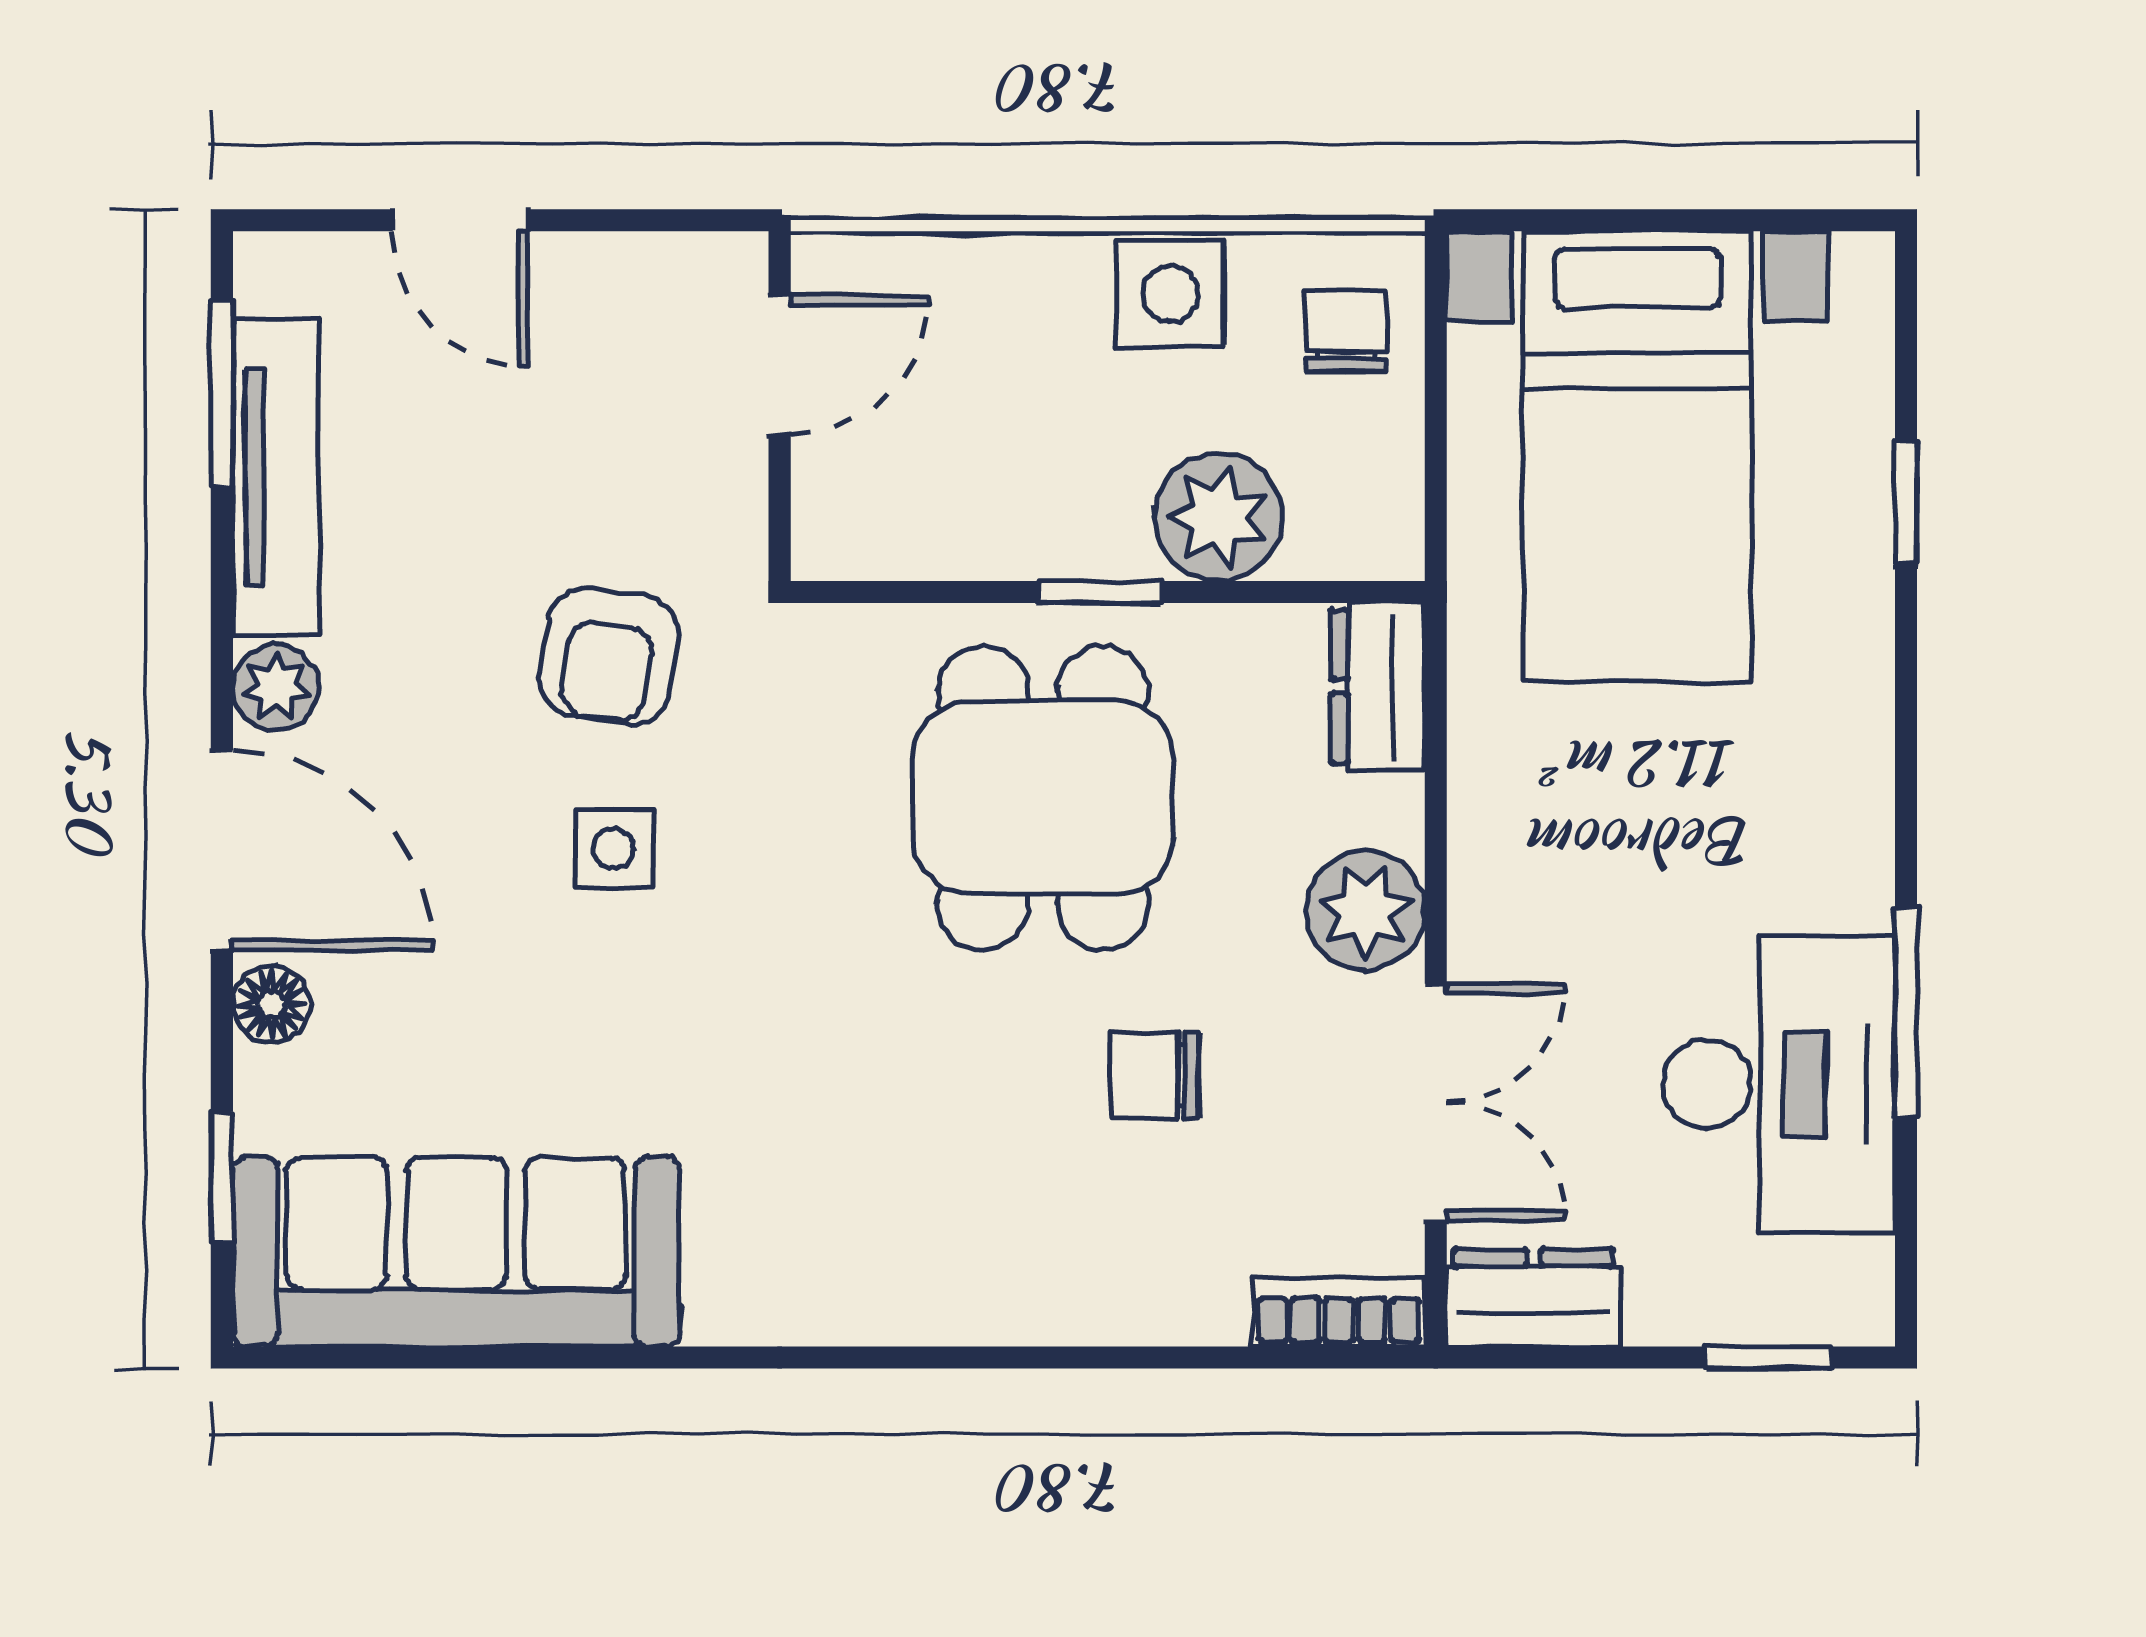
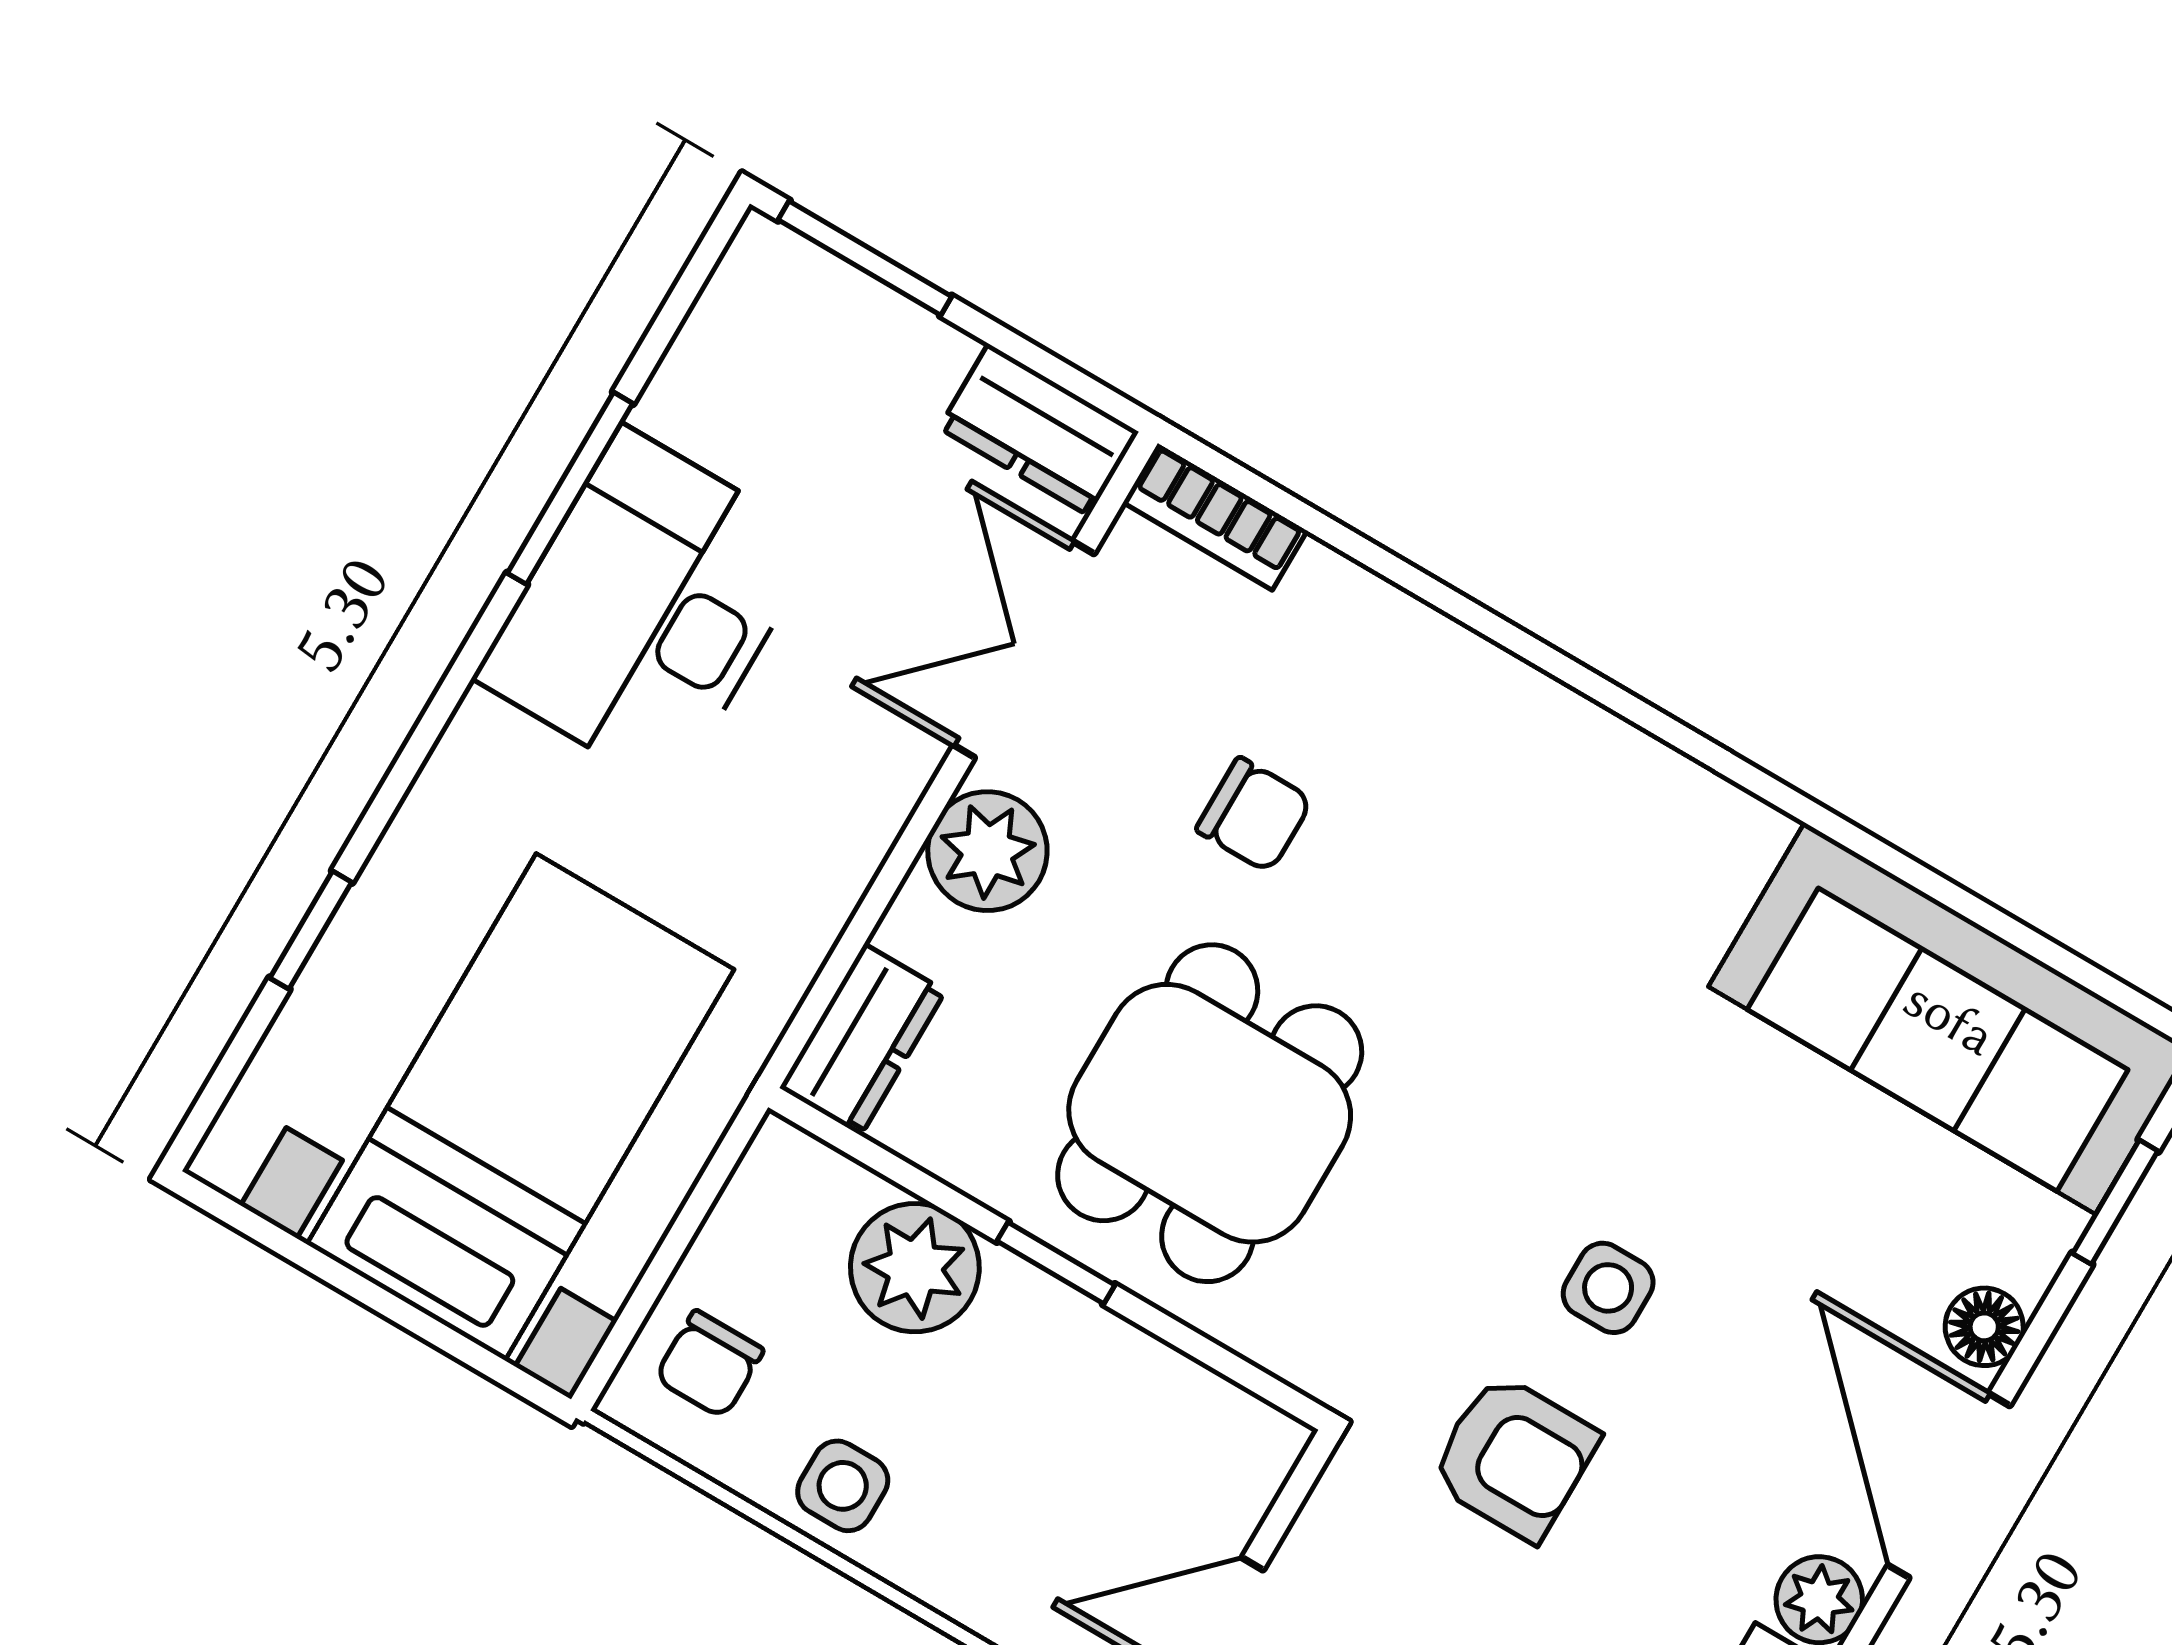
side table: (1170, 294) -> (843, 1486), width x0.73, depth x0.73
armchair: (609, 656) -> (1514, 1457), turned 81
desk: (1779, 1084) -> (647, 610), moved
window: (1769, 1358) -> (865, 258), width x1.50

